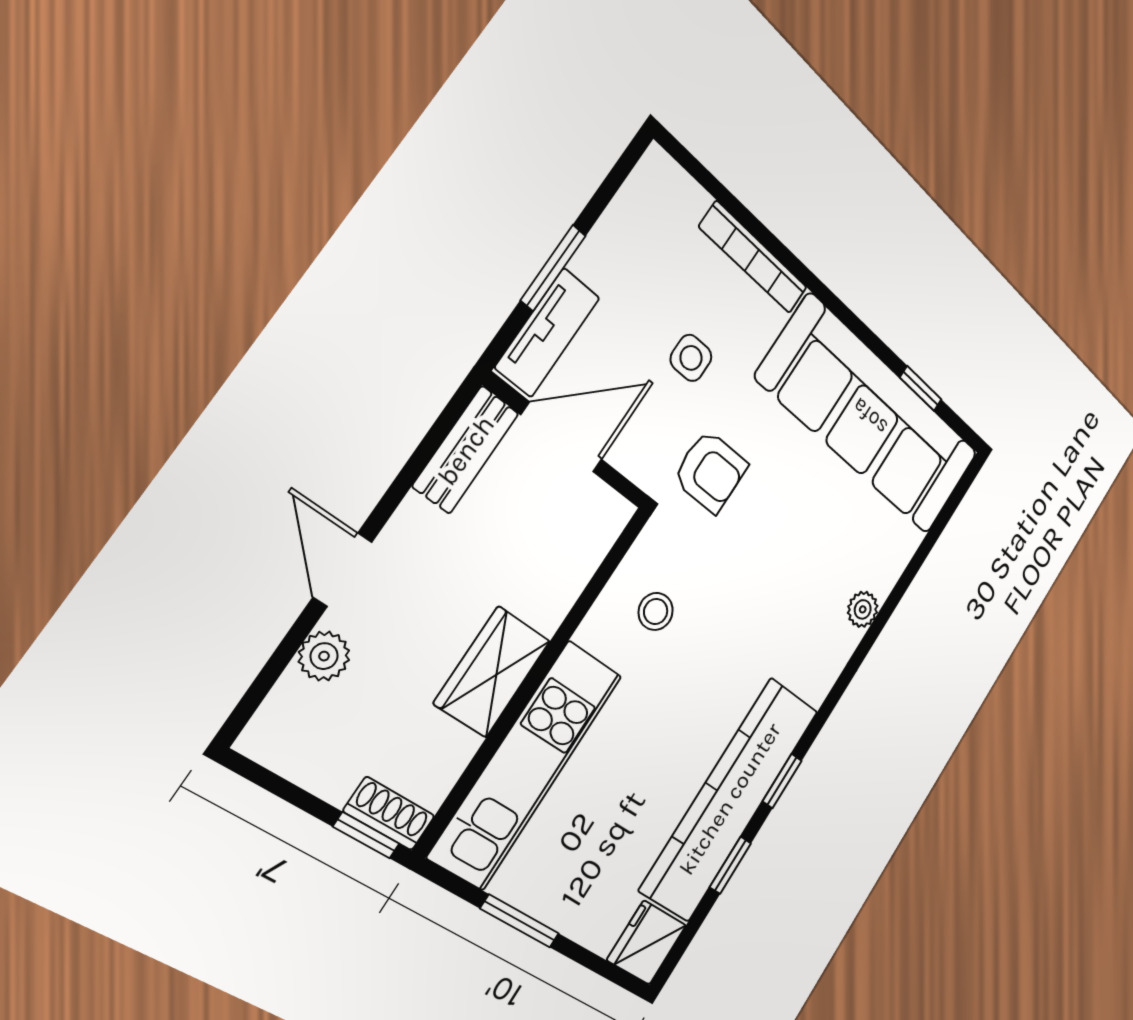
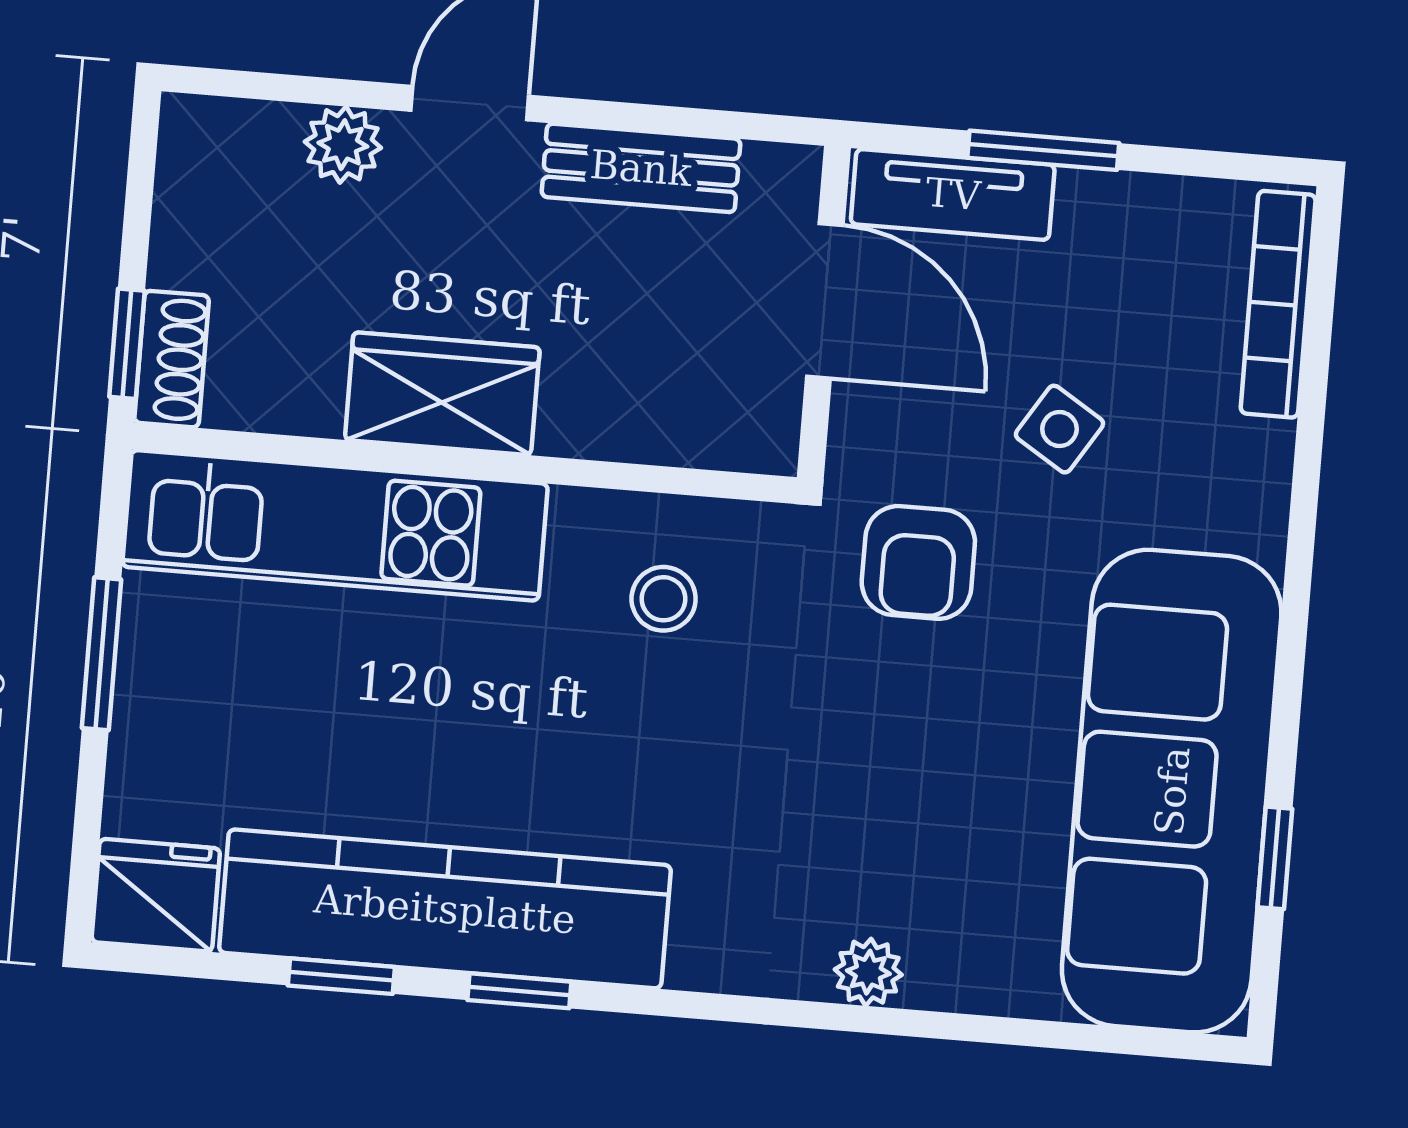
bookcase: (754, 258) -> (1278, 304), moved
side table: (691, 358) -> (1059, 429), turned 32
bench: (466, 450) -> (641, 168), moved

